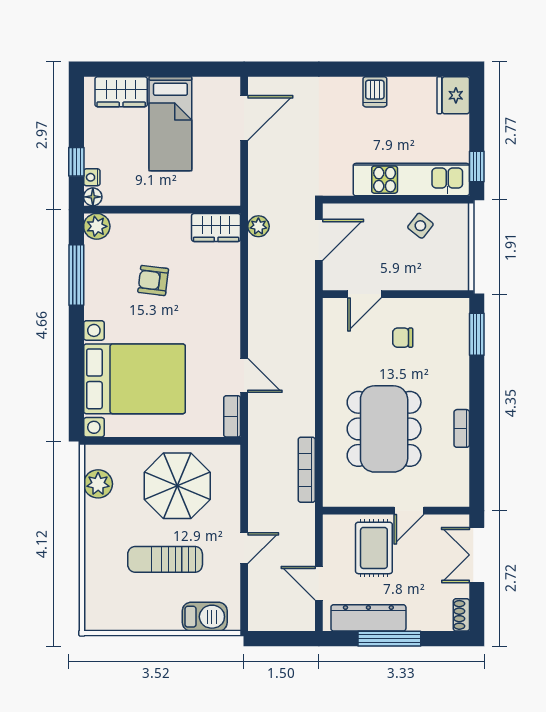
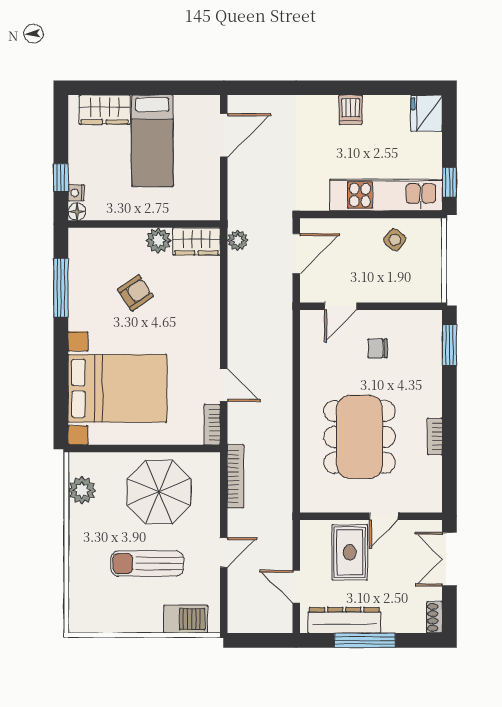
plant: (97, 226) -> (158, 240), moved
armchair: (153, 280) -> (135, 293), turned 139
bookcase: (307, 470) -> (236, 476), moved, turned 180

